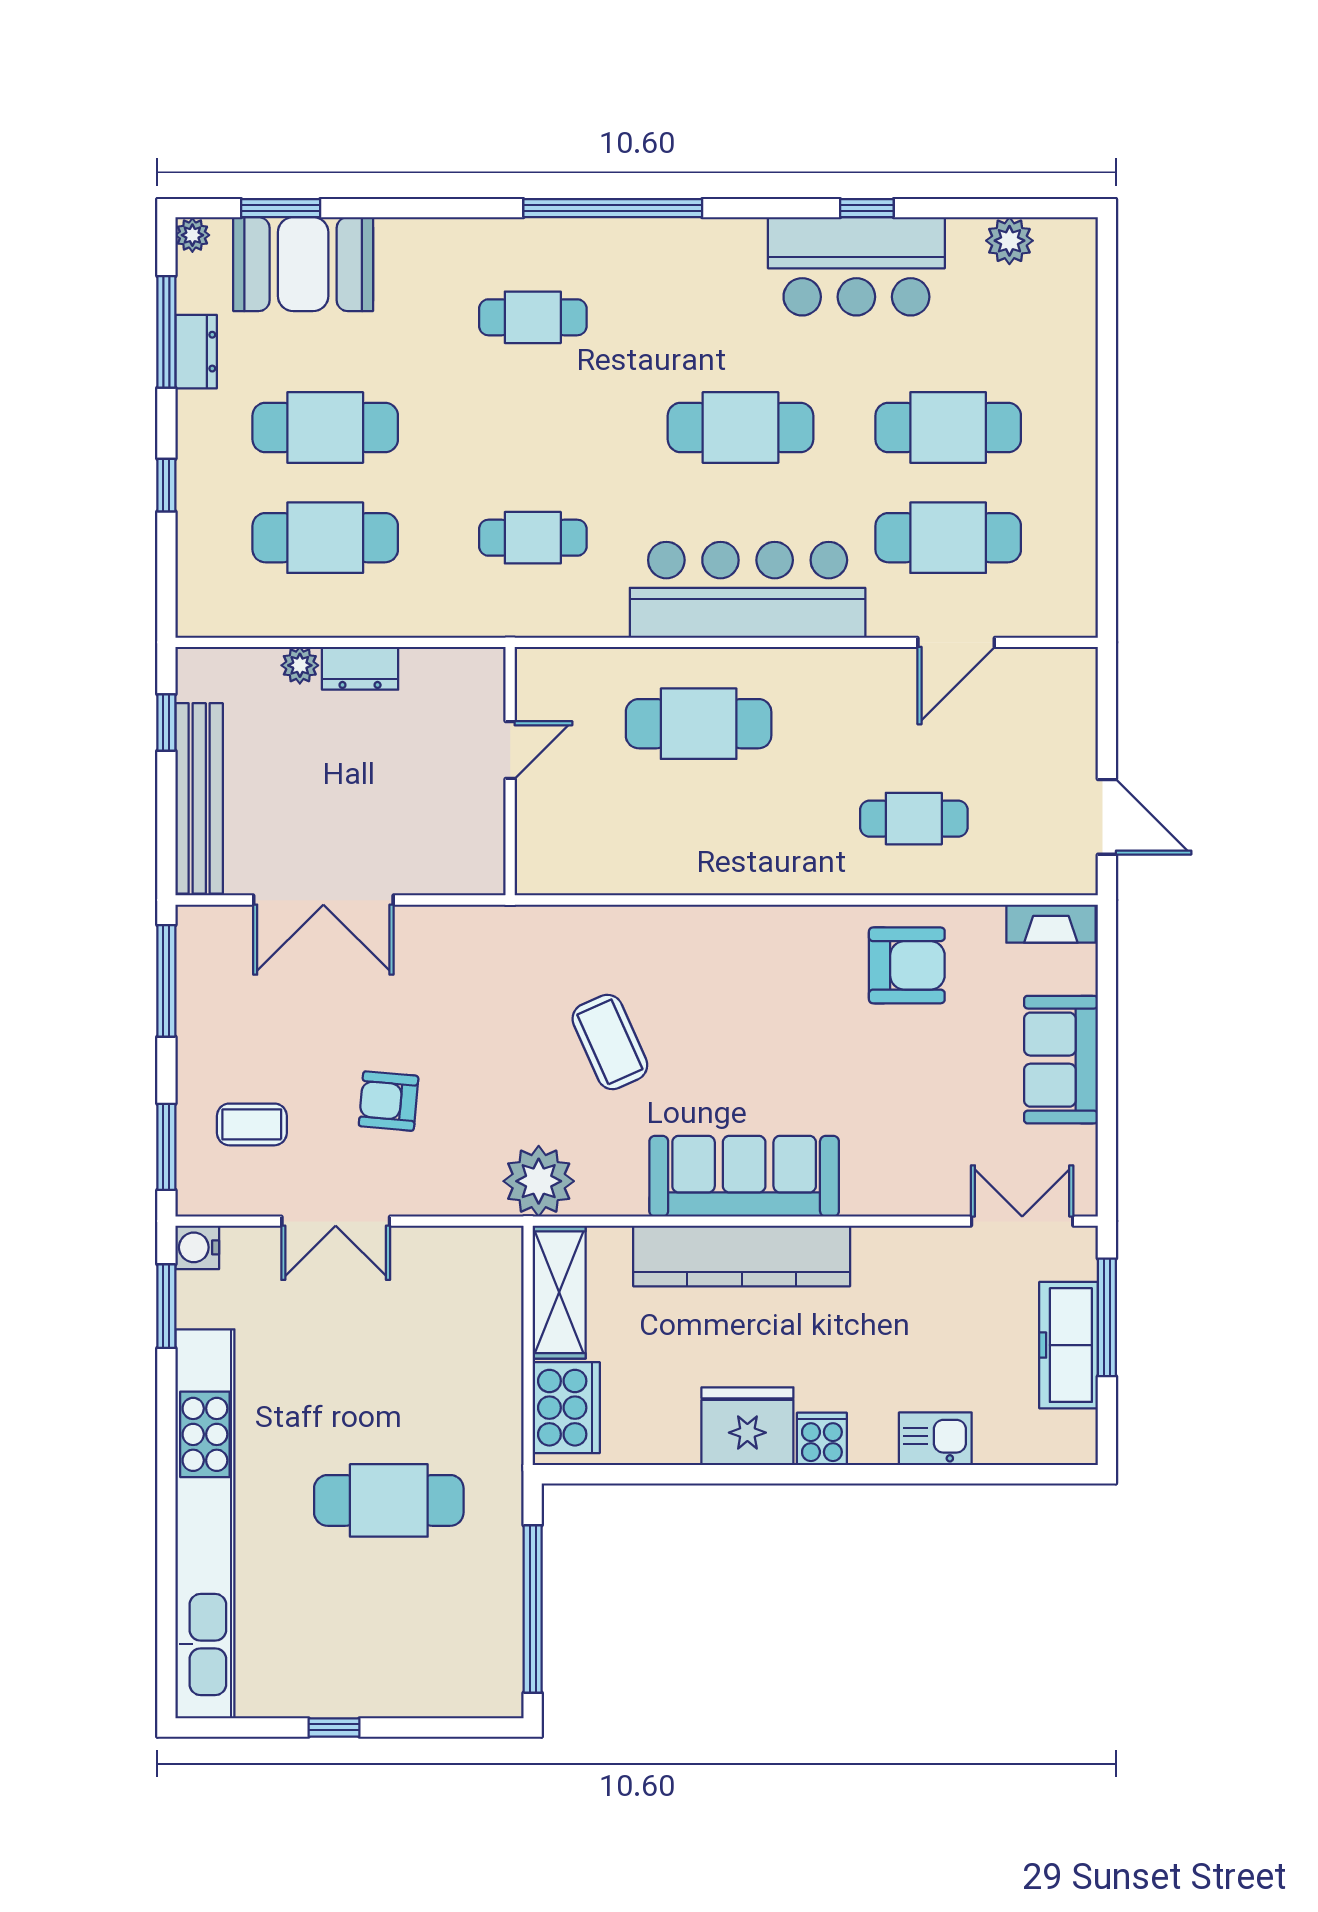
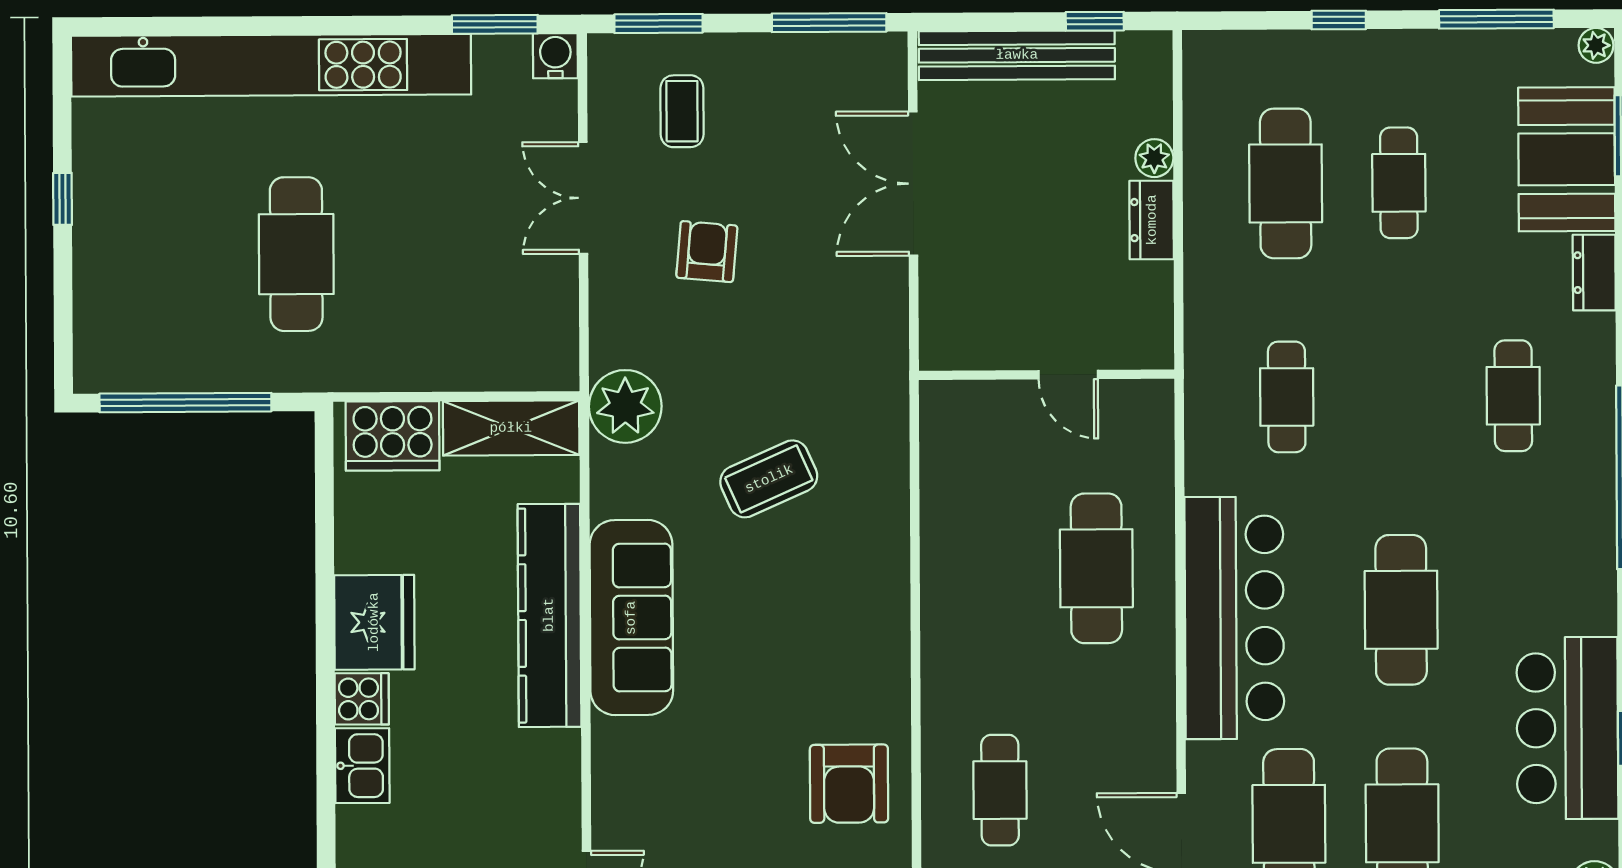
dresser: (196, 352) -> (1594, 273), moved, turned 90
cafe table: (325, 427) -> (1399, 183), width x0.73, depth x0.74
kitchen sink: (935, 1439) -> (362, 766), moved

